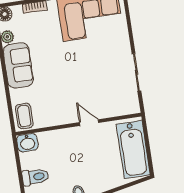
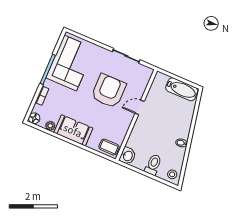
armchair: (86, 77) -> (108, 91), added
bathtub: (133, 150) -> (182, 89), width x0.73, depth x0.73

